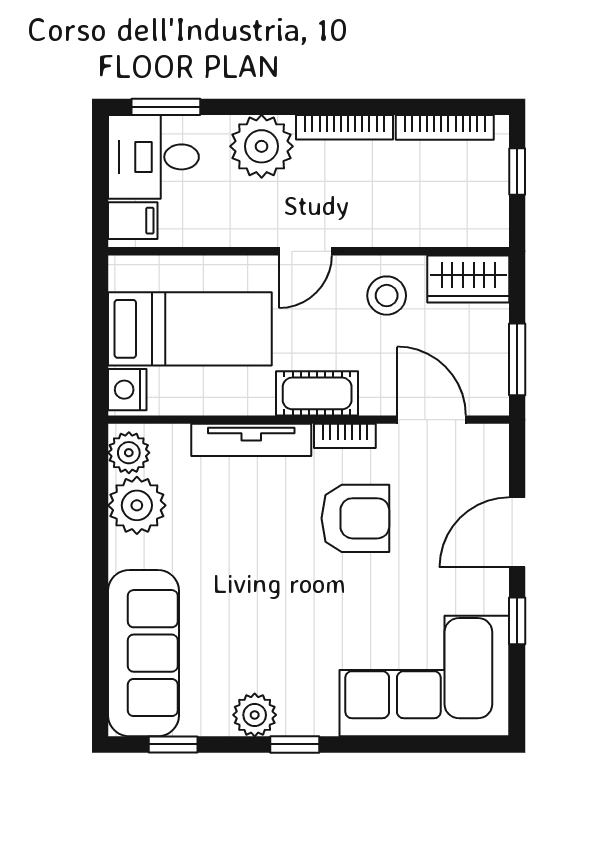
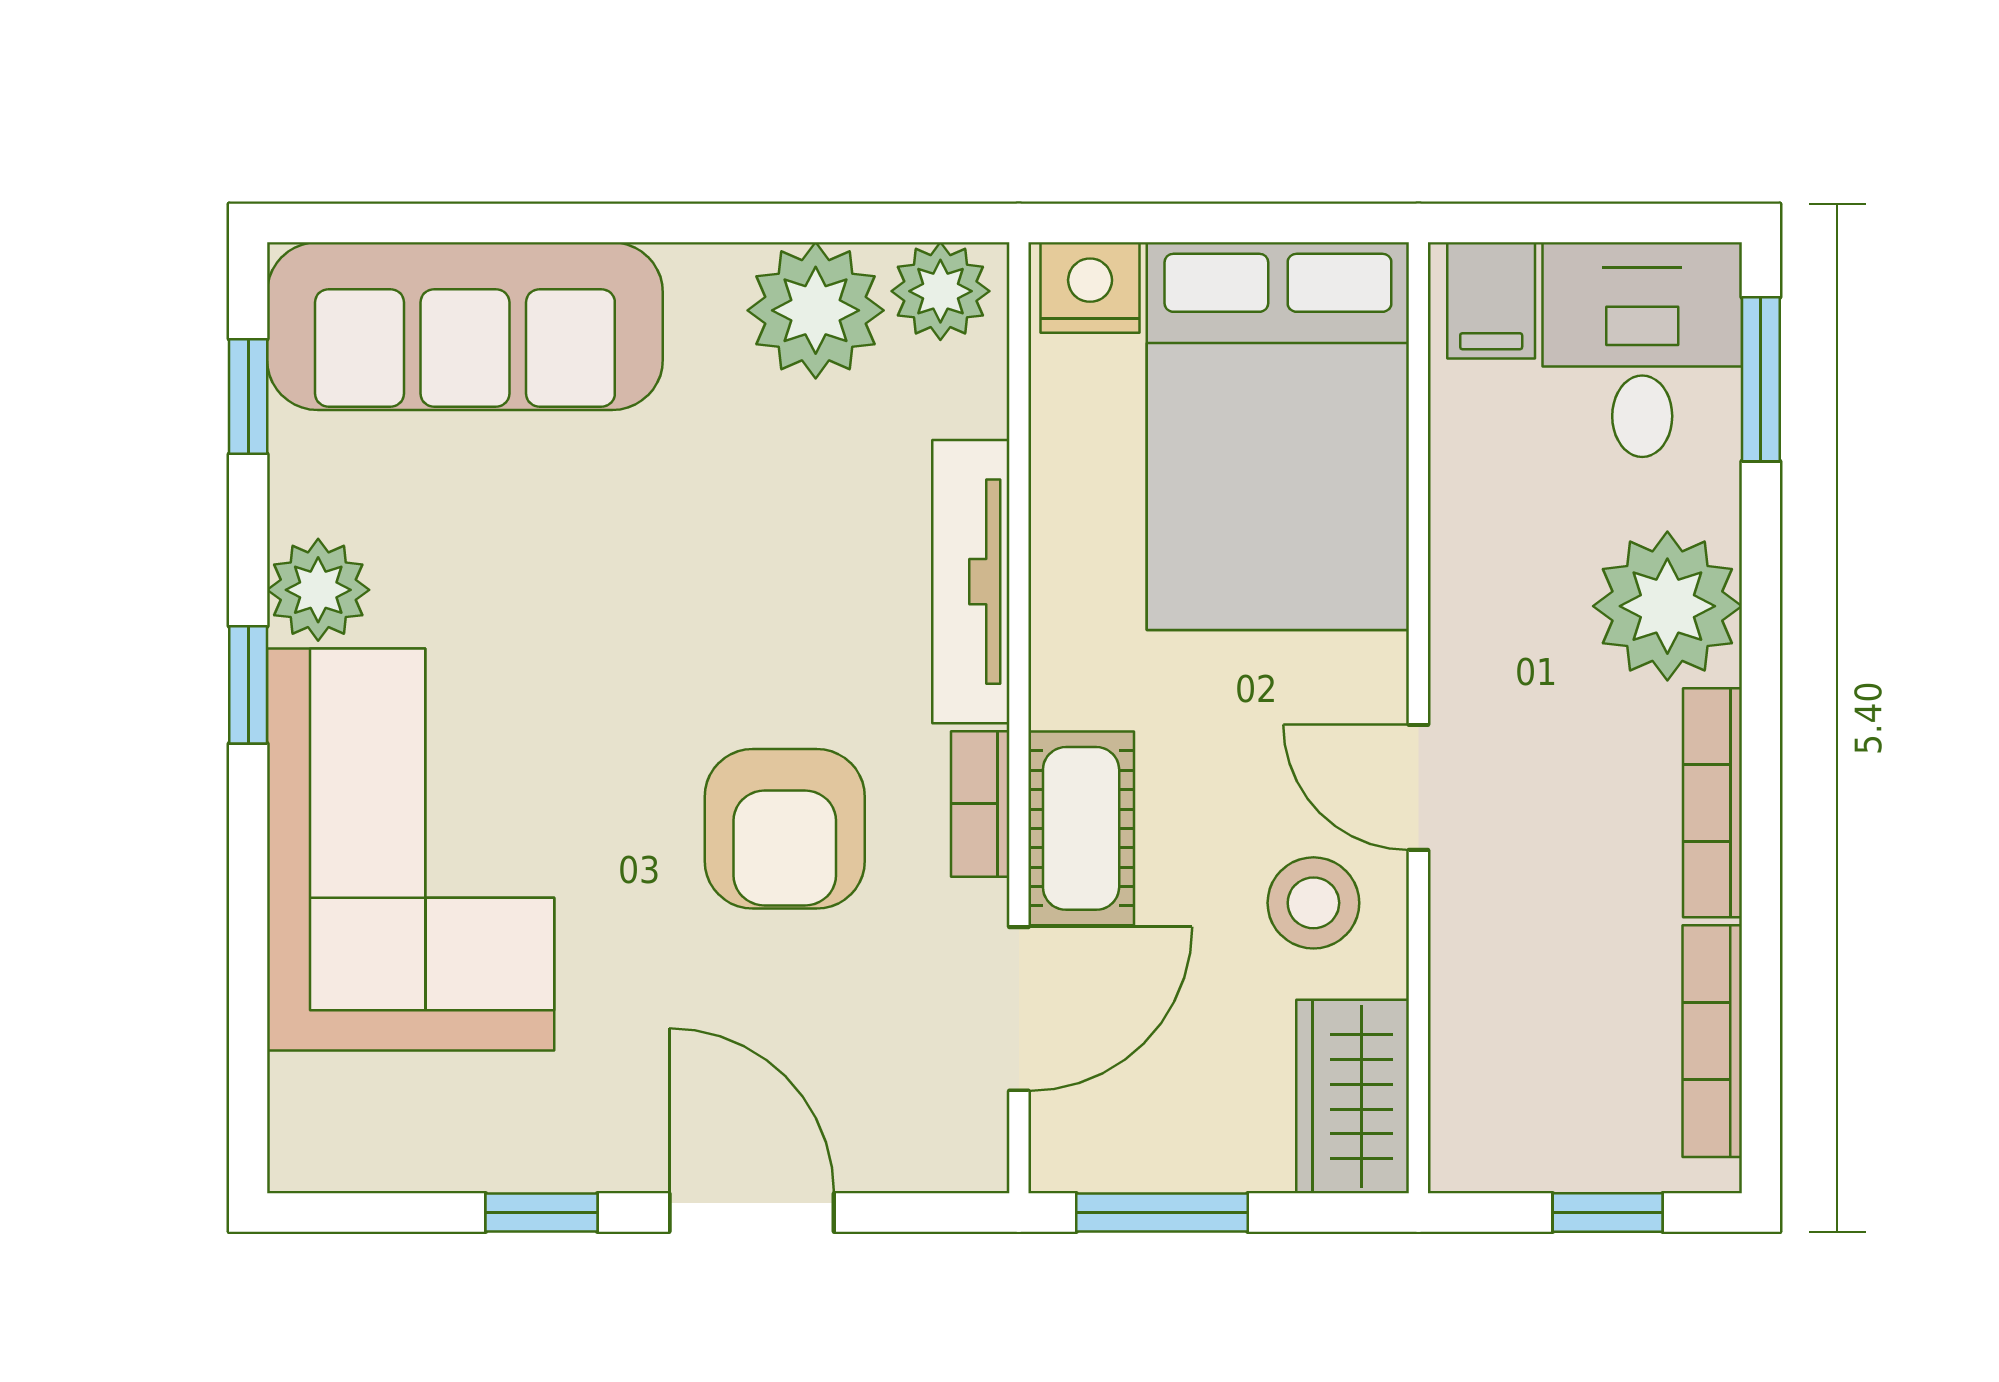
door: (305, 251) -> (1418, 787), moved
bed: (190, 329) -> (1278, 436), width x1.50
cot: (317, 393) -> (1081, 828), moved
corner sofa: (424, 676) -> (411, 849), moved

